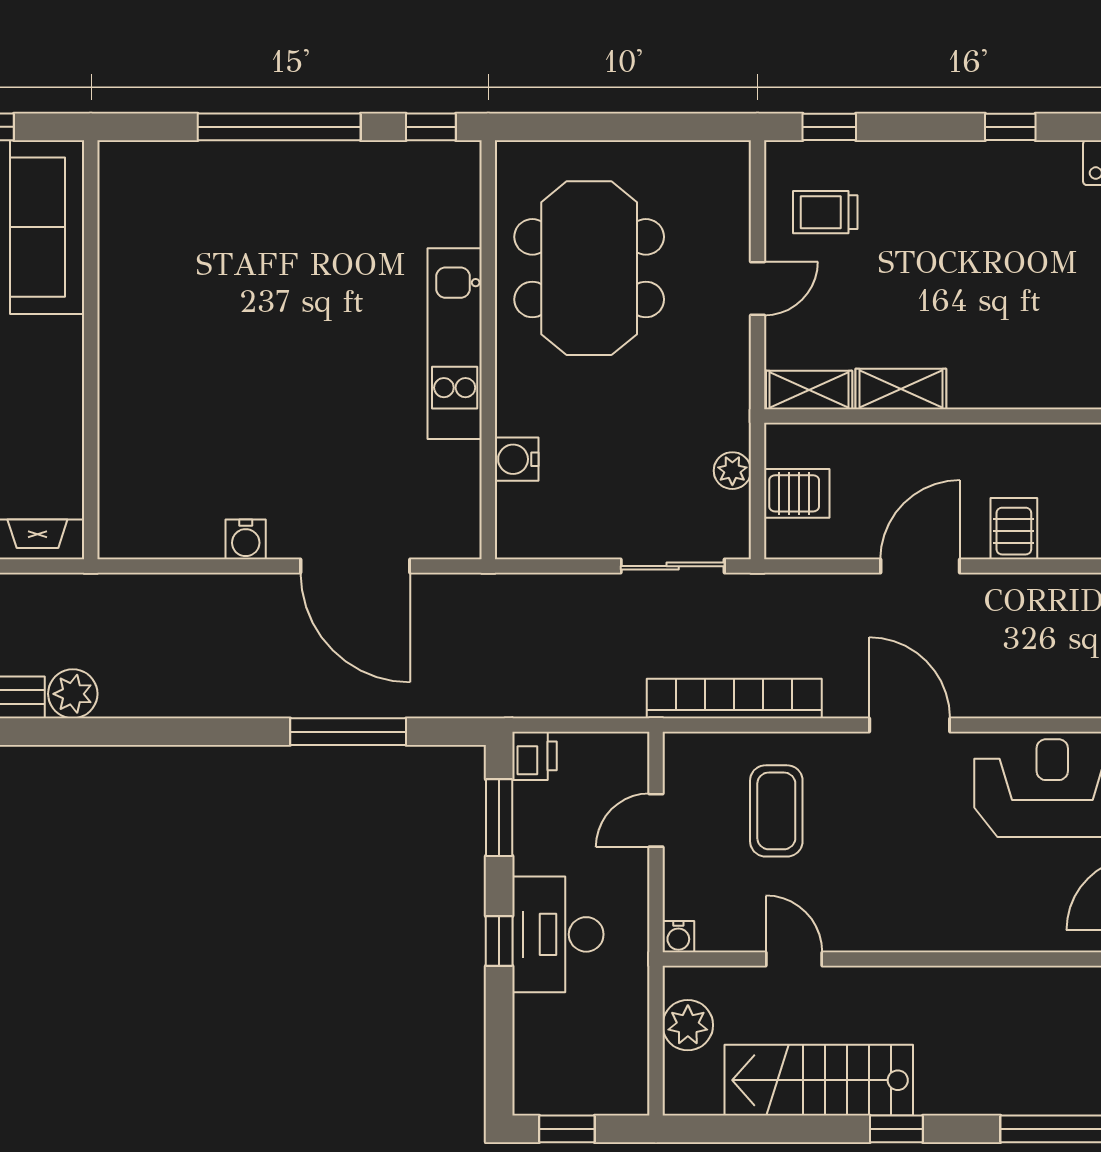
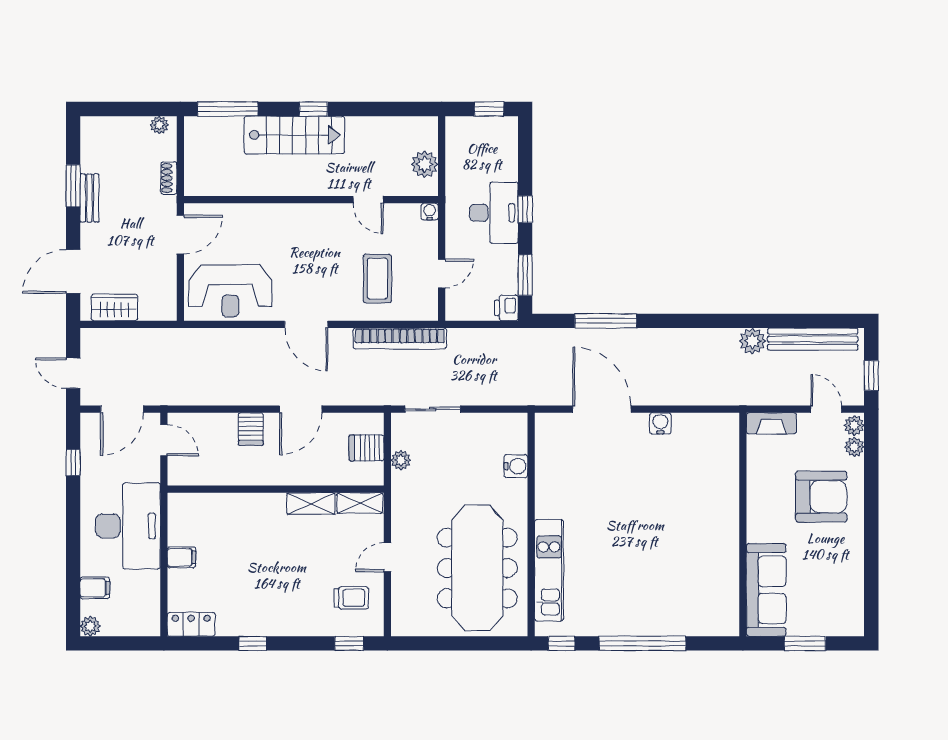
meeting table: (589, 268) -> (477, 568), width x1.36
kitchen unit: (455, 344) -> (549, 570), moved
stairs: (819, 1080) -> (294, 135), moved

